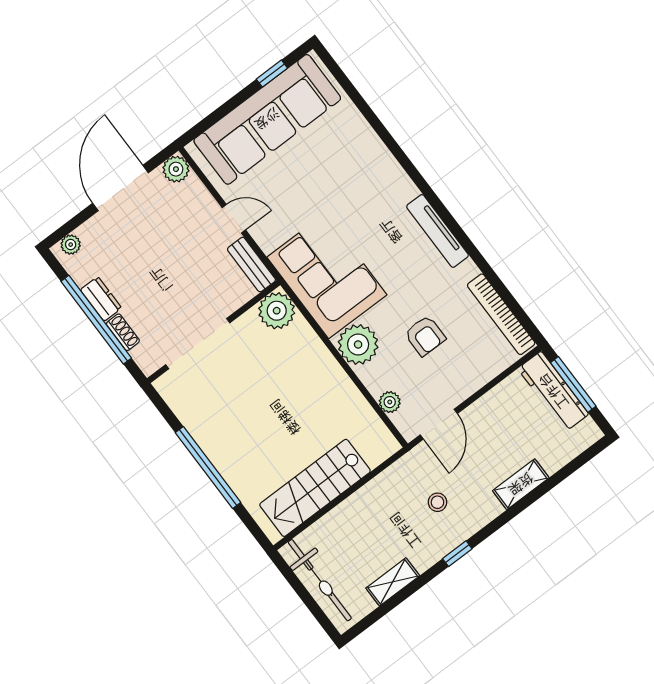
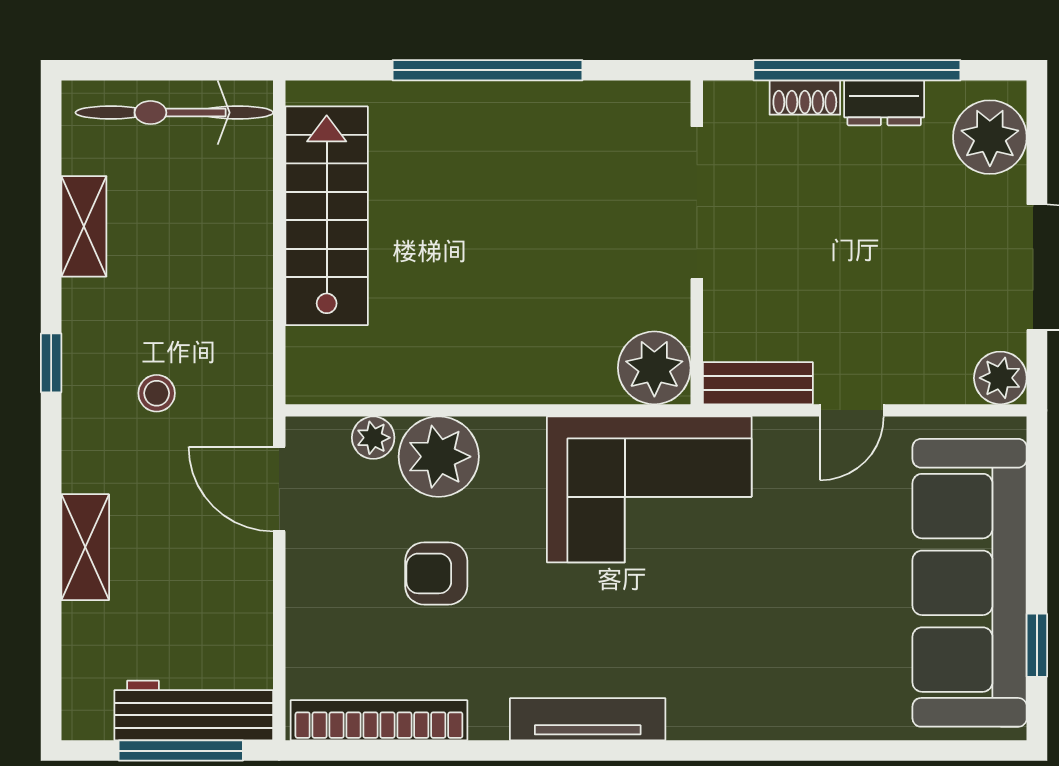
plant: (71, 245) -> (990, 137), width x1.88, depth x1.88
plant: (358, 344) -> (439, 457), moved

